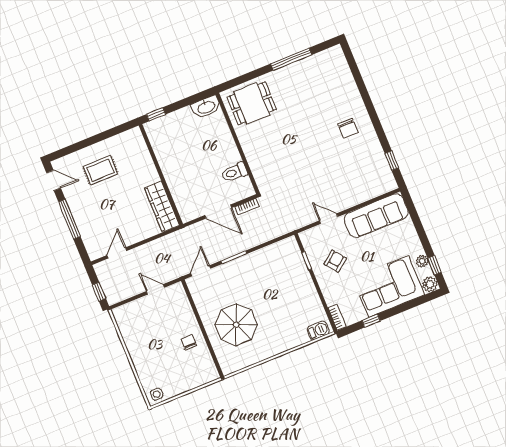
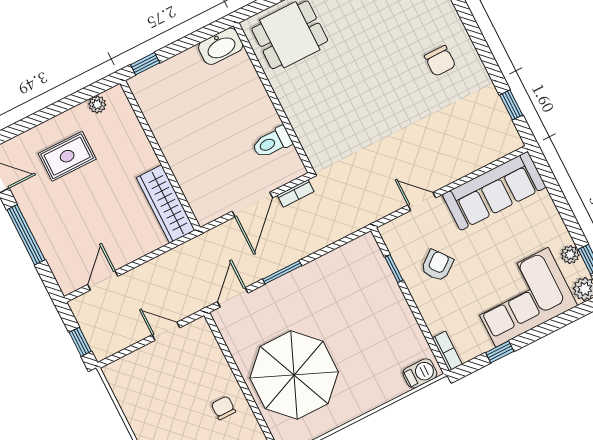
plant: (123, 138) -> (97, 104), added
door: (218, 212) -> (252, 204), hinge flipped
parasol: (236, 325) -> (294, 375), width x1.36, depth x1.36

